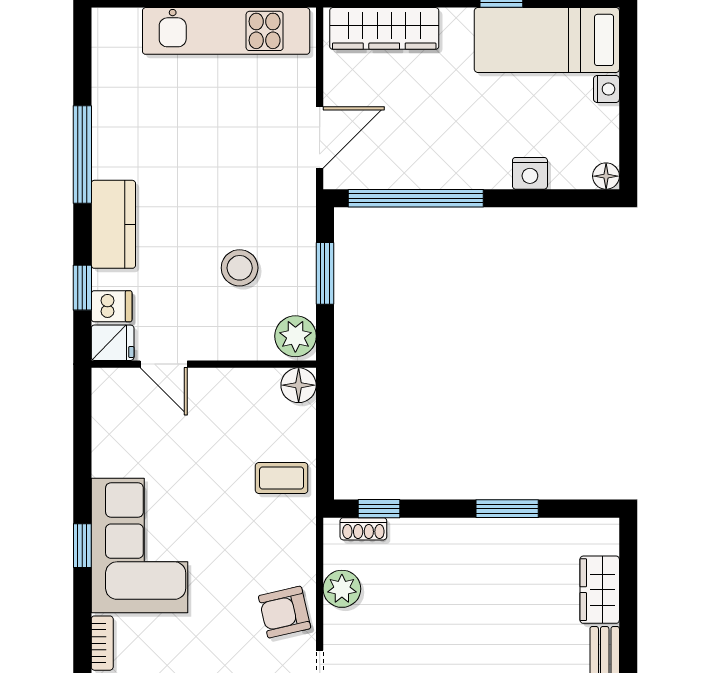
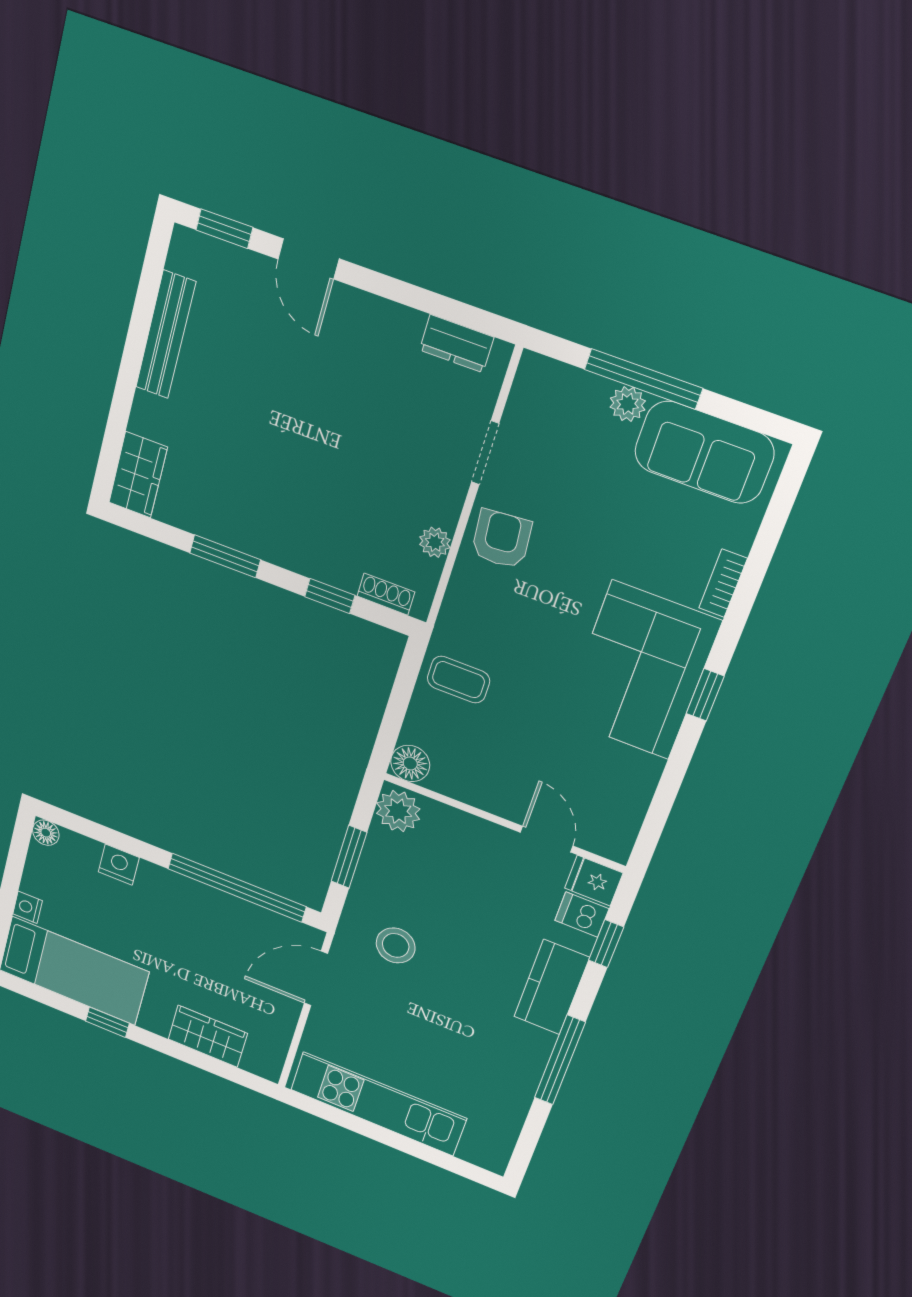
wardrobe: (384, 28) -> (208, 1036), width x0.67
stool: (240, 268) -> (396, 945), moved
window: (379, 509) -> (330, 596), moved
plant: (342, 589) -> (435, 542), width x0.73, depth x0.73
wardrobe: (600, 590) -> (138, 475), moved
armchair: (285, 612) -> (501, 539), turned -82

